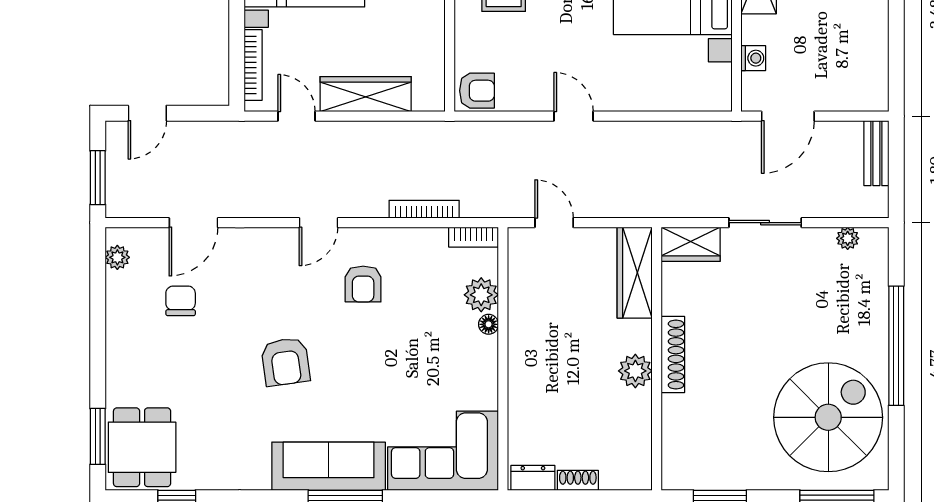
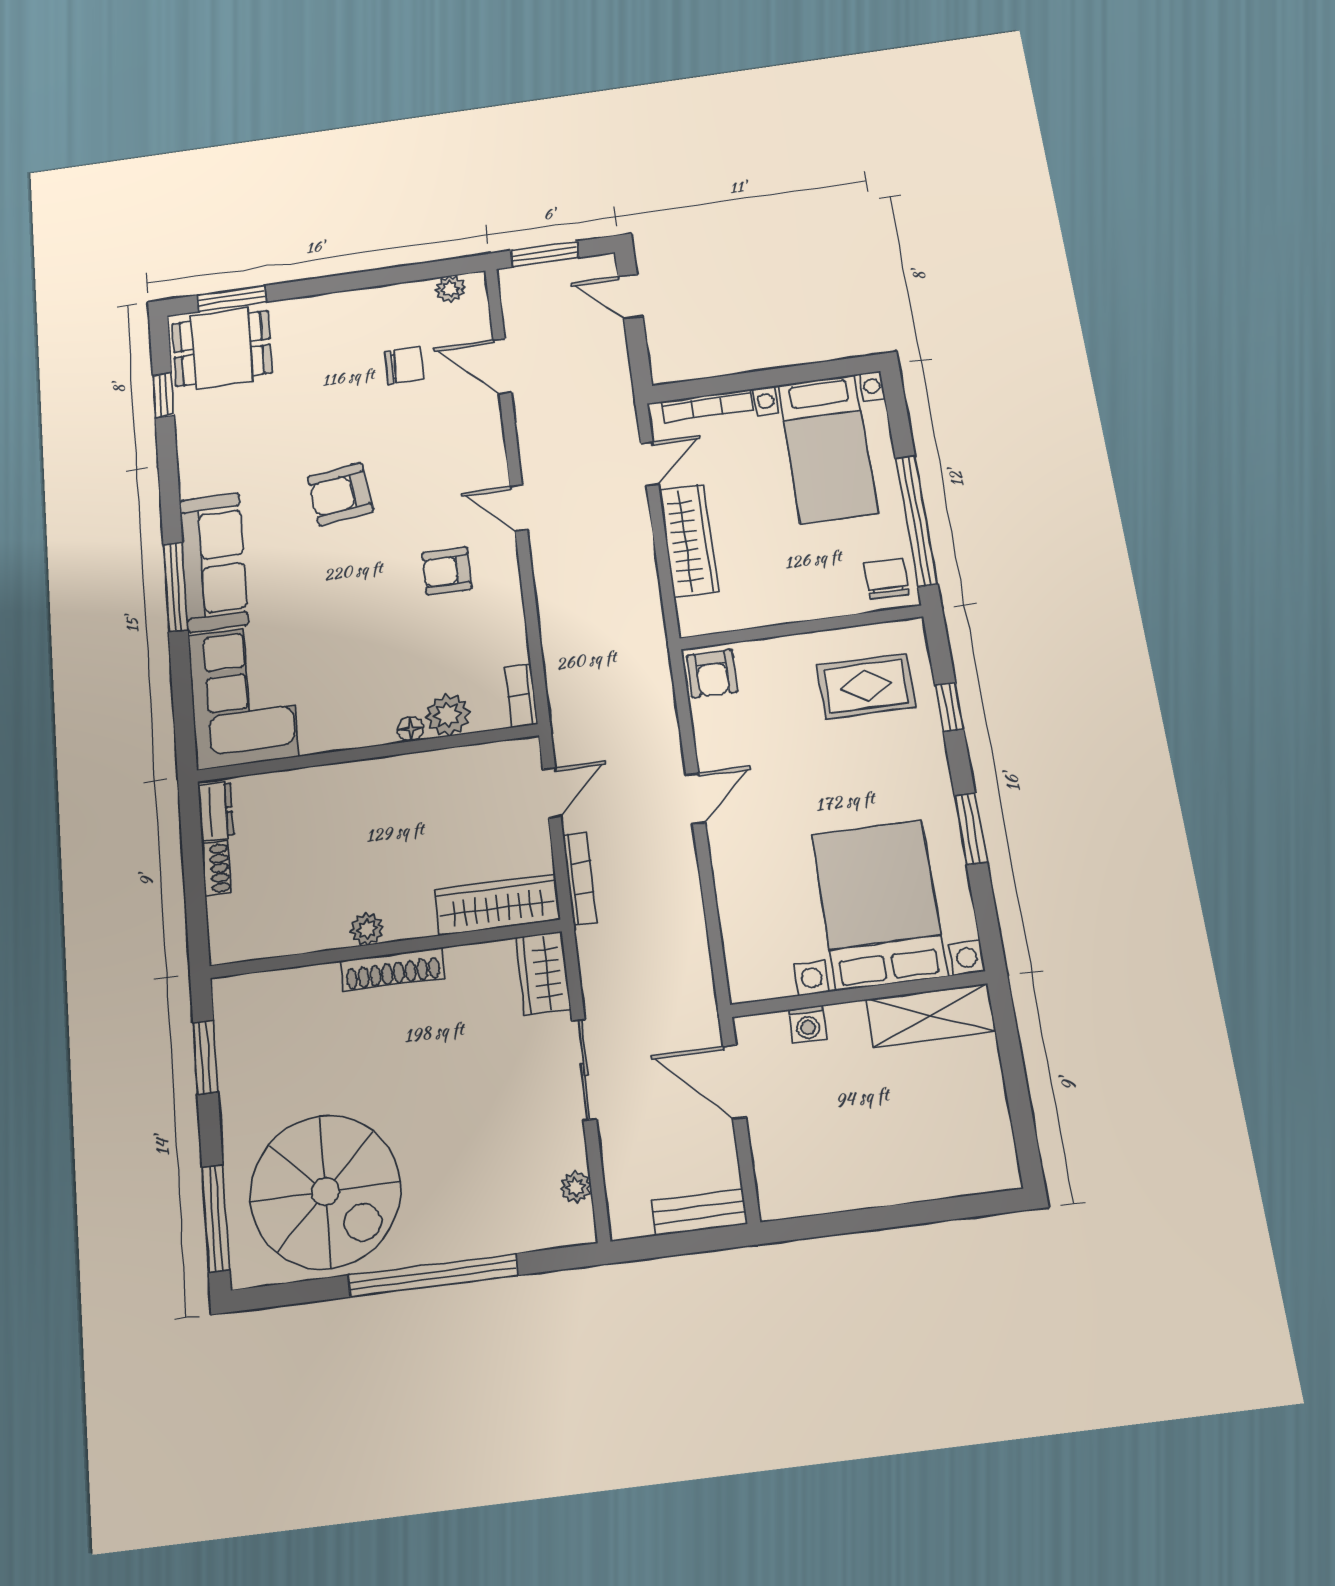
bookcase: (424, 209) -> (580, 878), moved
plant: (635, 371) -> (367, 929), width x0.73, depth x0.73

